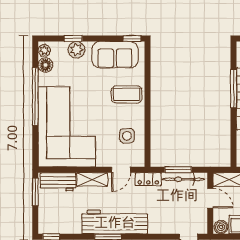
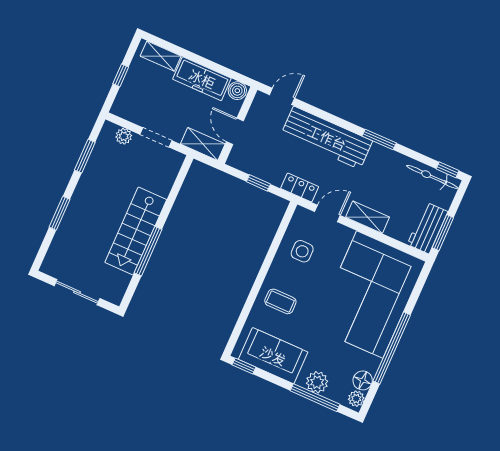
window: (73, 39) -> (315, 398), width x2.17
coffee table: (127, 94) -> (280, 301), width x0.73, depth x0.77
window: (178, 170) -> (258, 183), width x0.67
bicycle: (183, 179) -> (432, 177), moved, turned 180
workbench: (58, 182) -> (427, 228), moved, turned -90
workbench: (115, 222) -> (327, 138), moved

